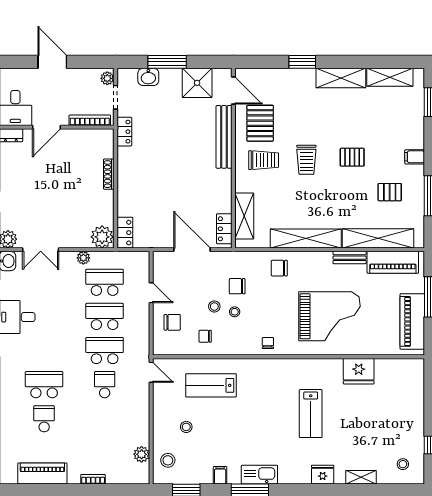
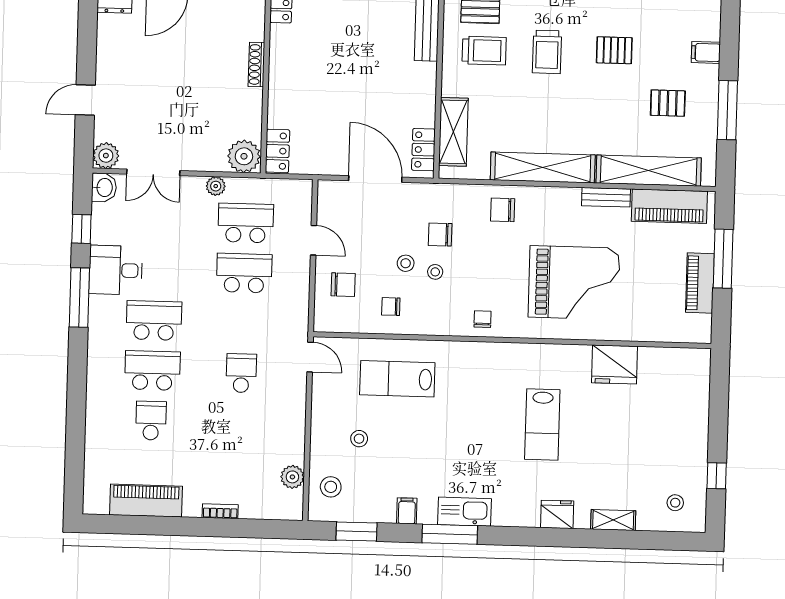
piano: (412, 321) -> (700, 283), width x0.73, depth x0.75
school desk: (105, 351) -> (154, 320), moved

